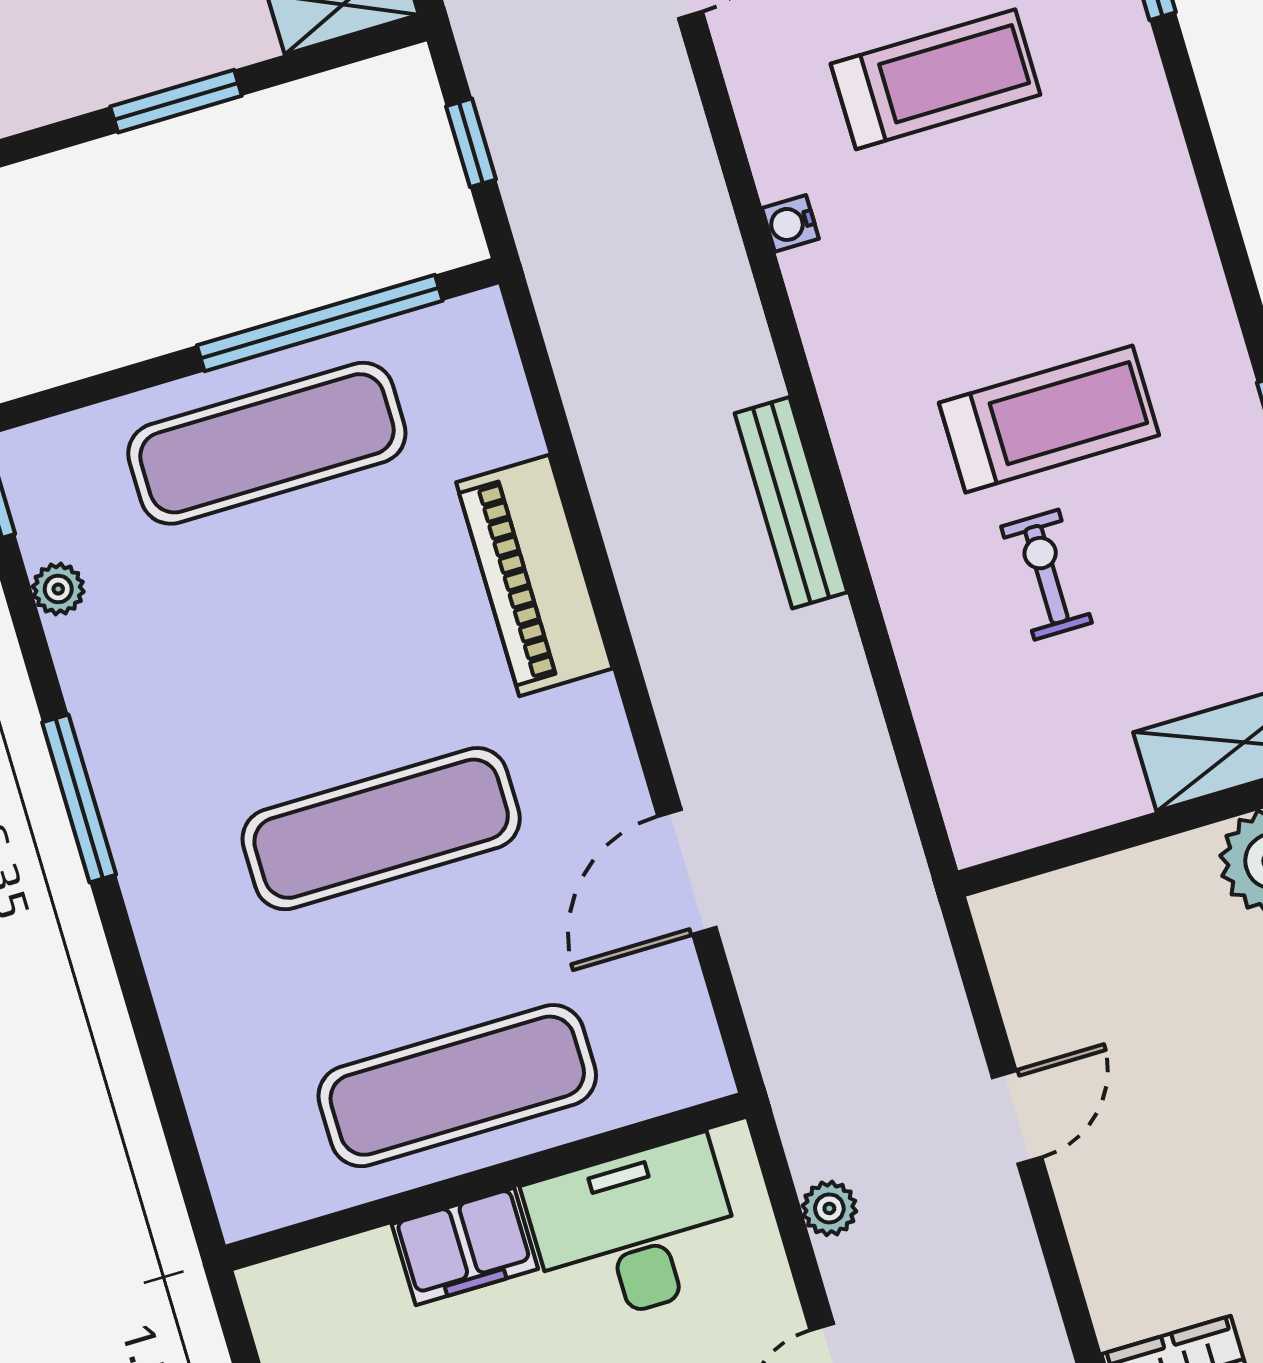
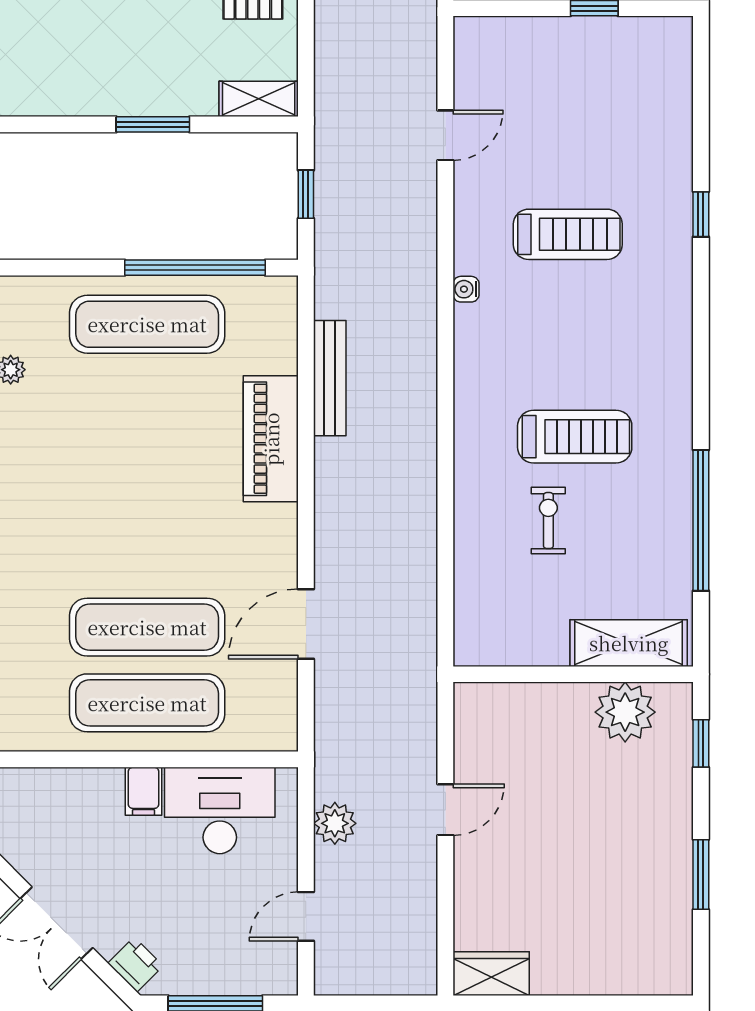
bench: (791, 503) -> (330, 378), moved
exercise mat: (381, 829) -> (147, 627), moved
plant: (829, 1208) -> (335, 823), width x1.38, depth x1.38
filing cabinet: (465, 1247) -> (144, 791), width x0.50

